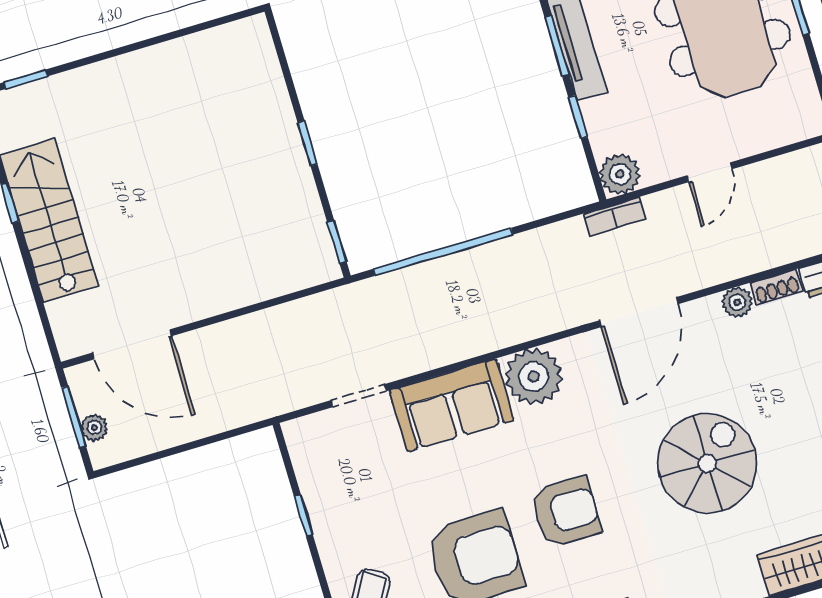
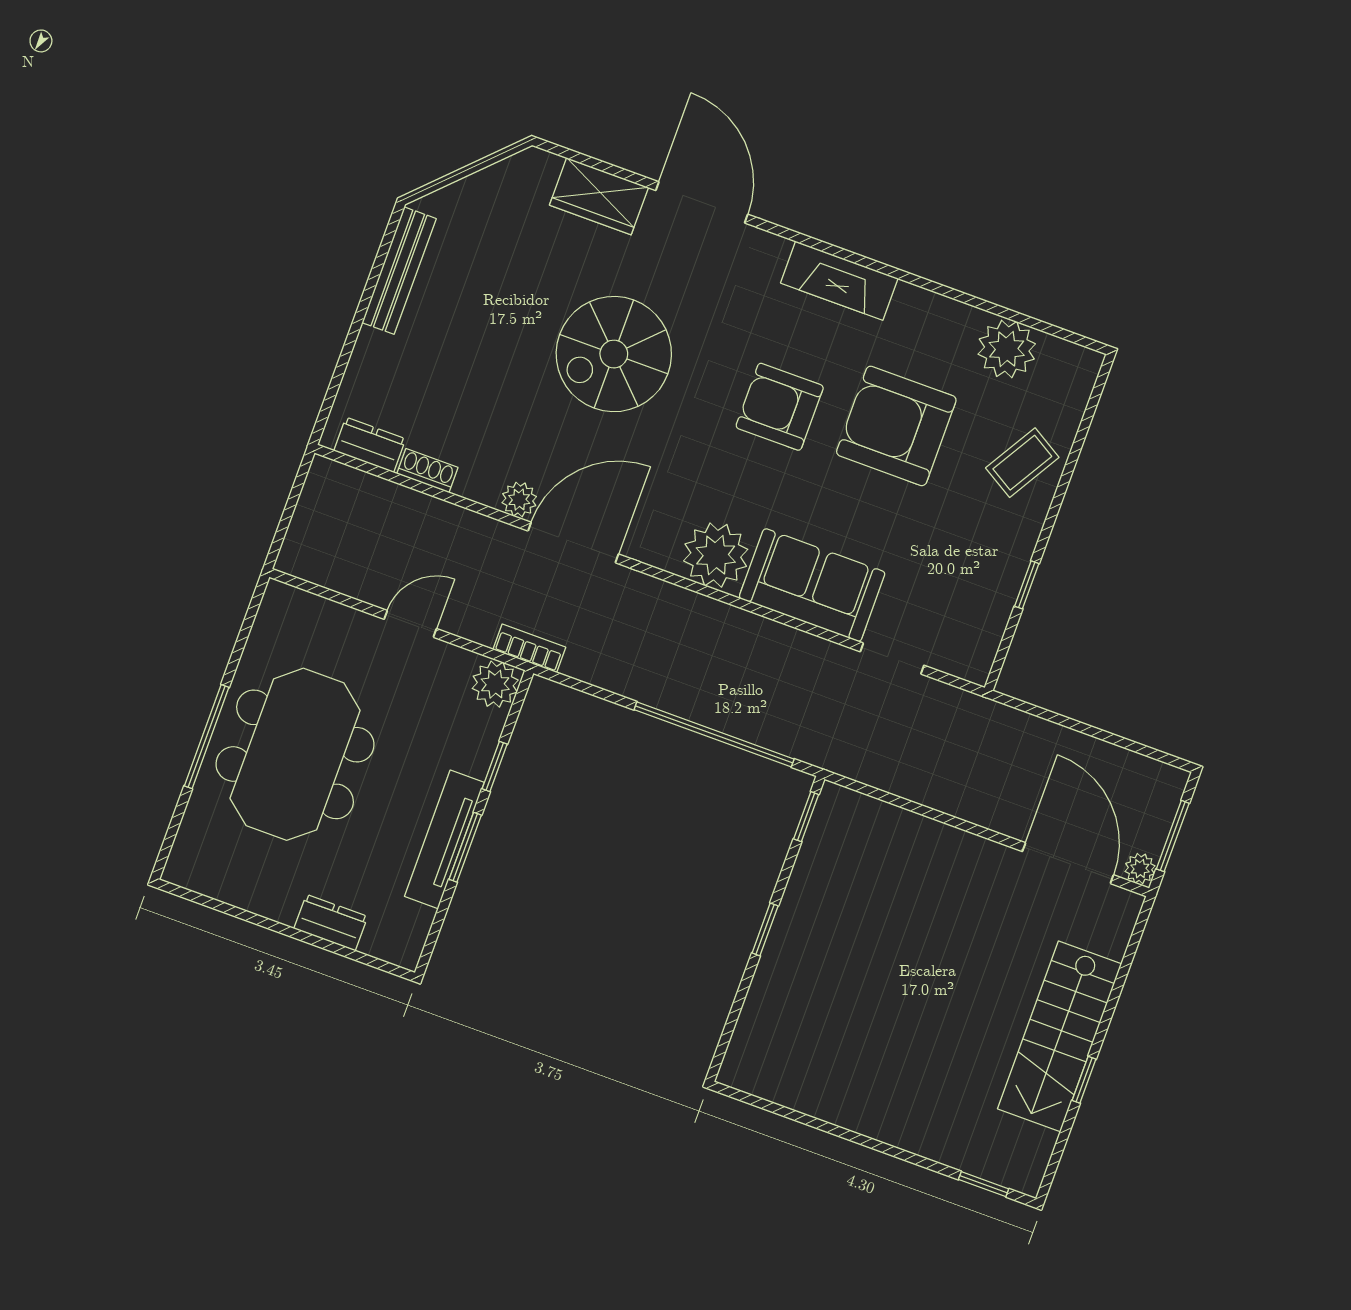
plant: (737, 302) -> (519, 500), moved
plant: (94, 428) -> (1140, 869), moved

